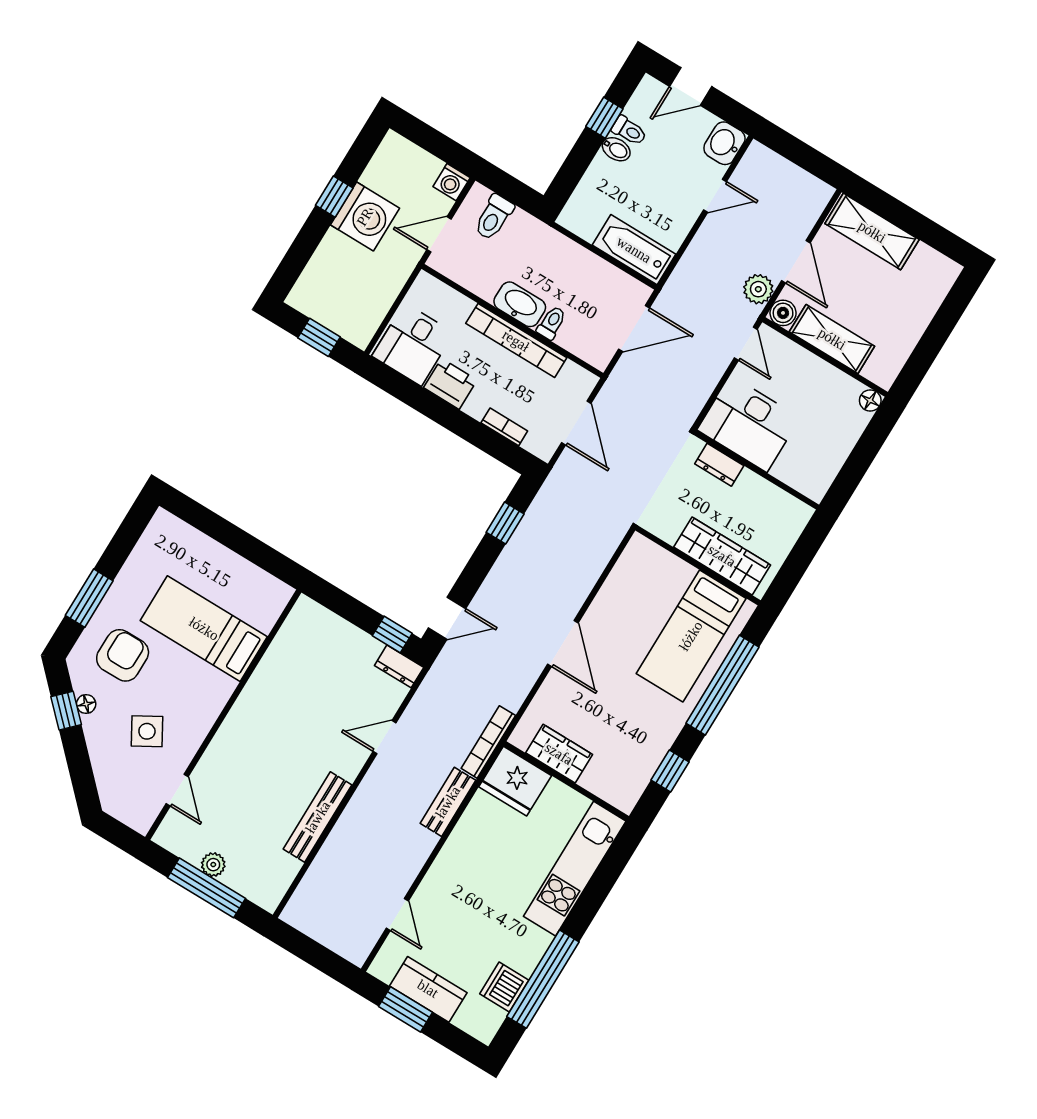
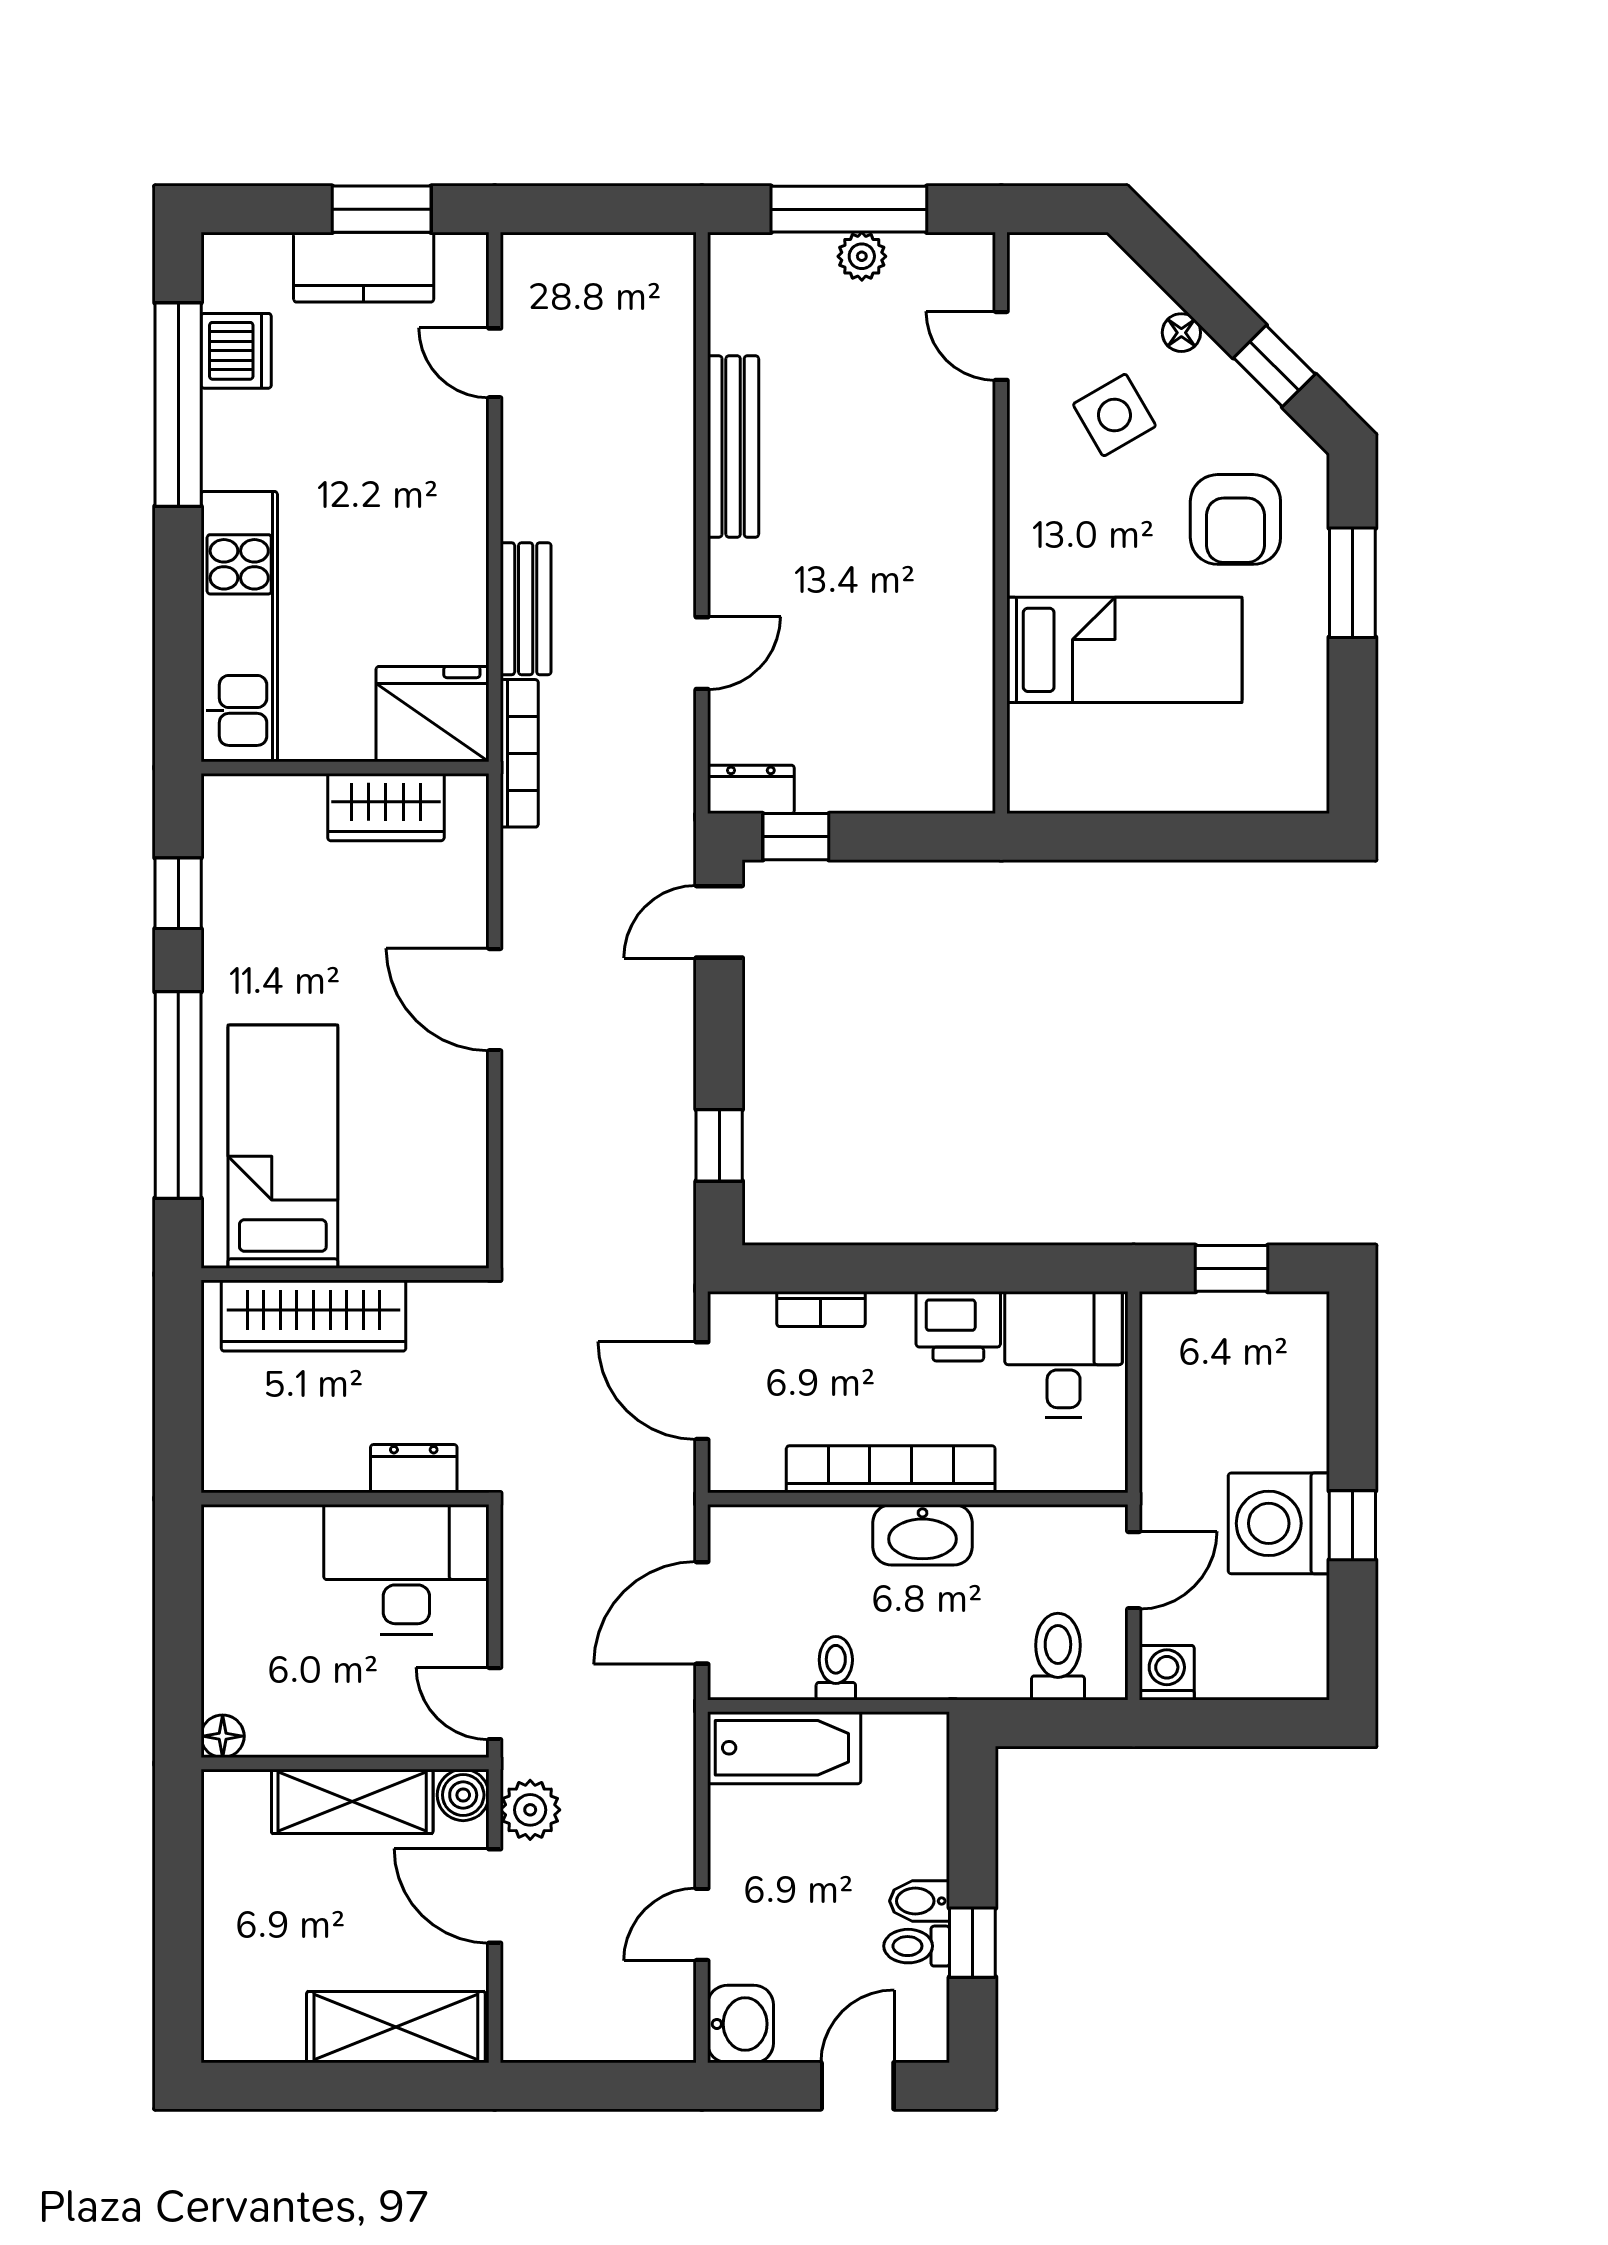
toilet: (552, 323) -> (836, 1668), moved, turned 180
floor lamp: (86, 704) -> (1181, 333), moved

